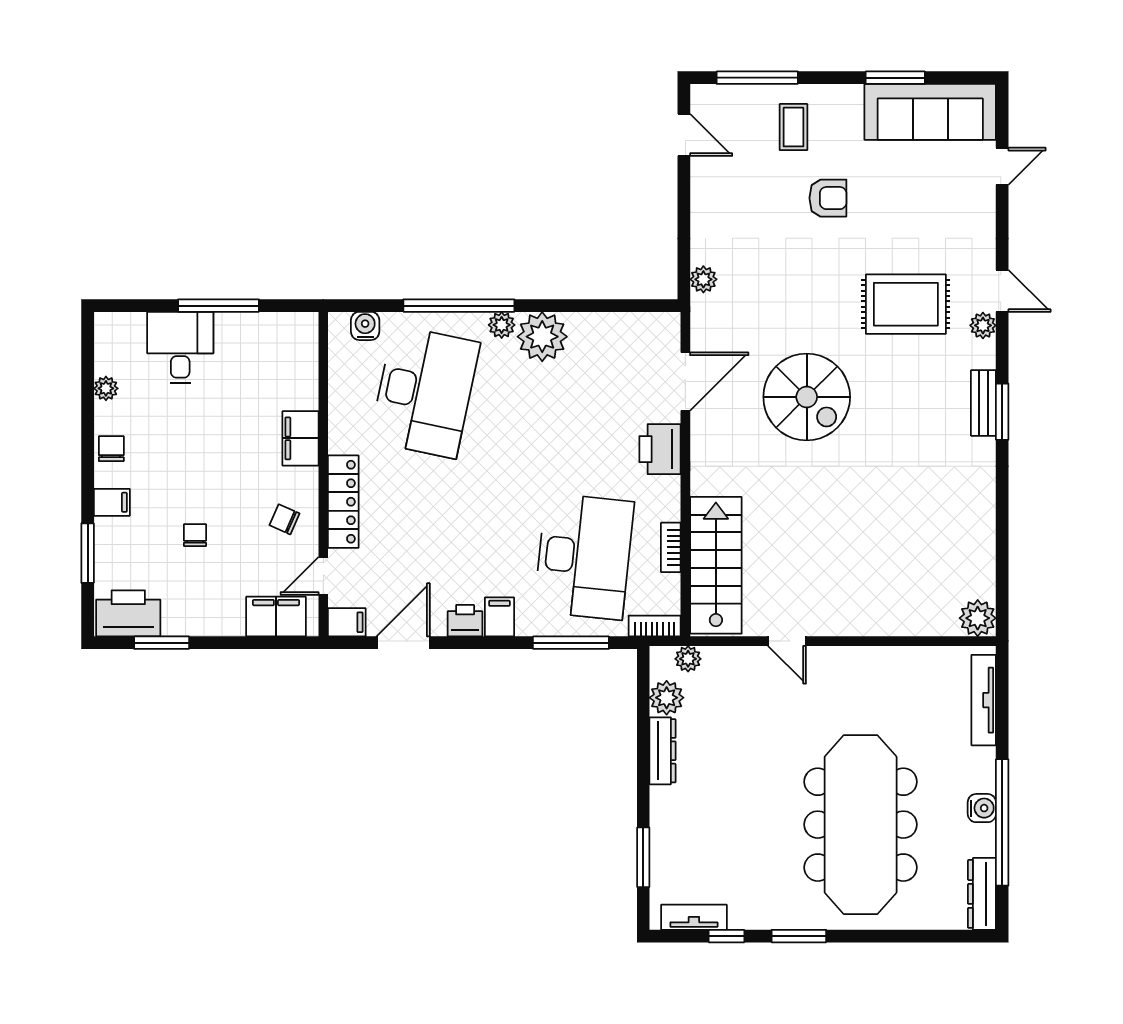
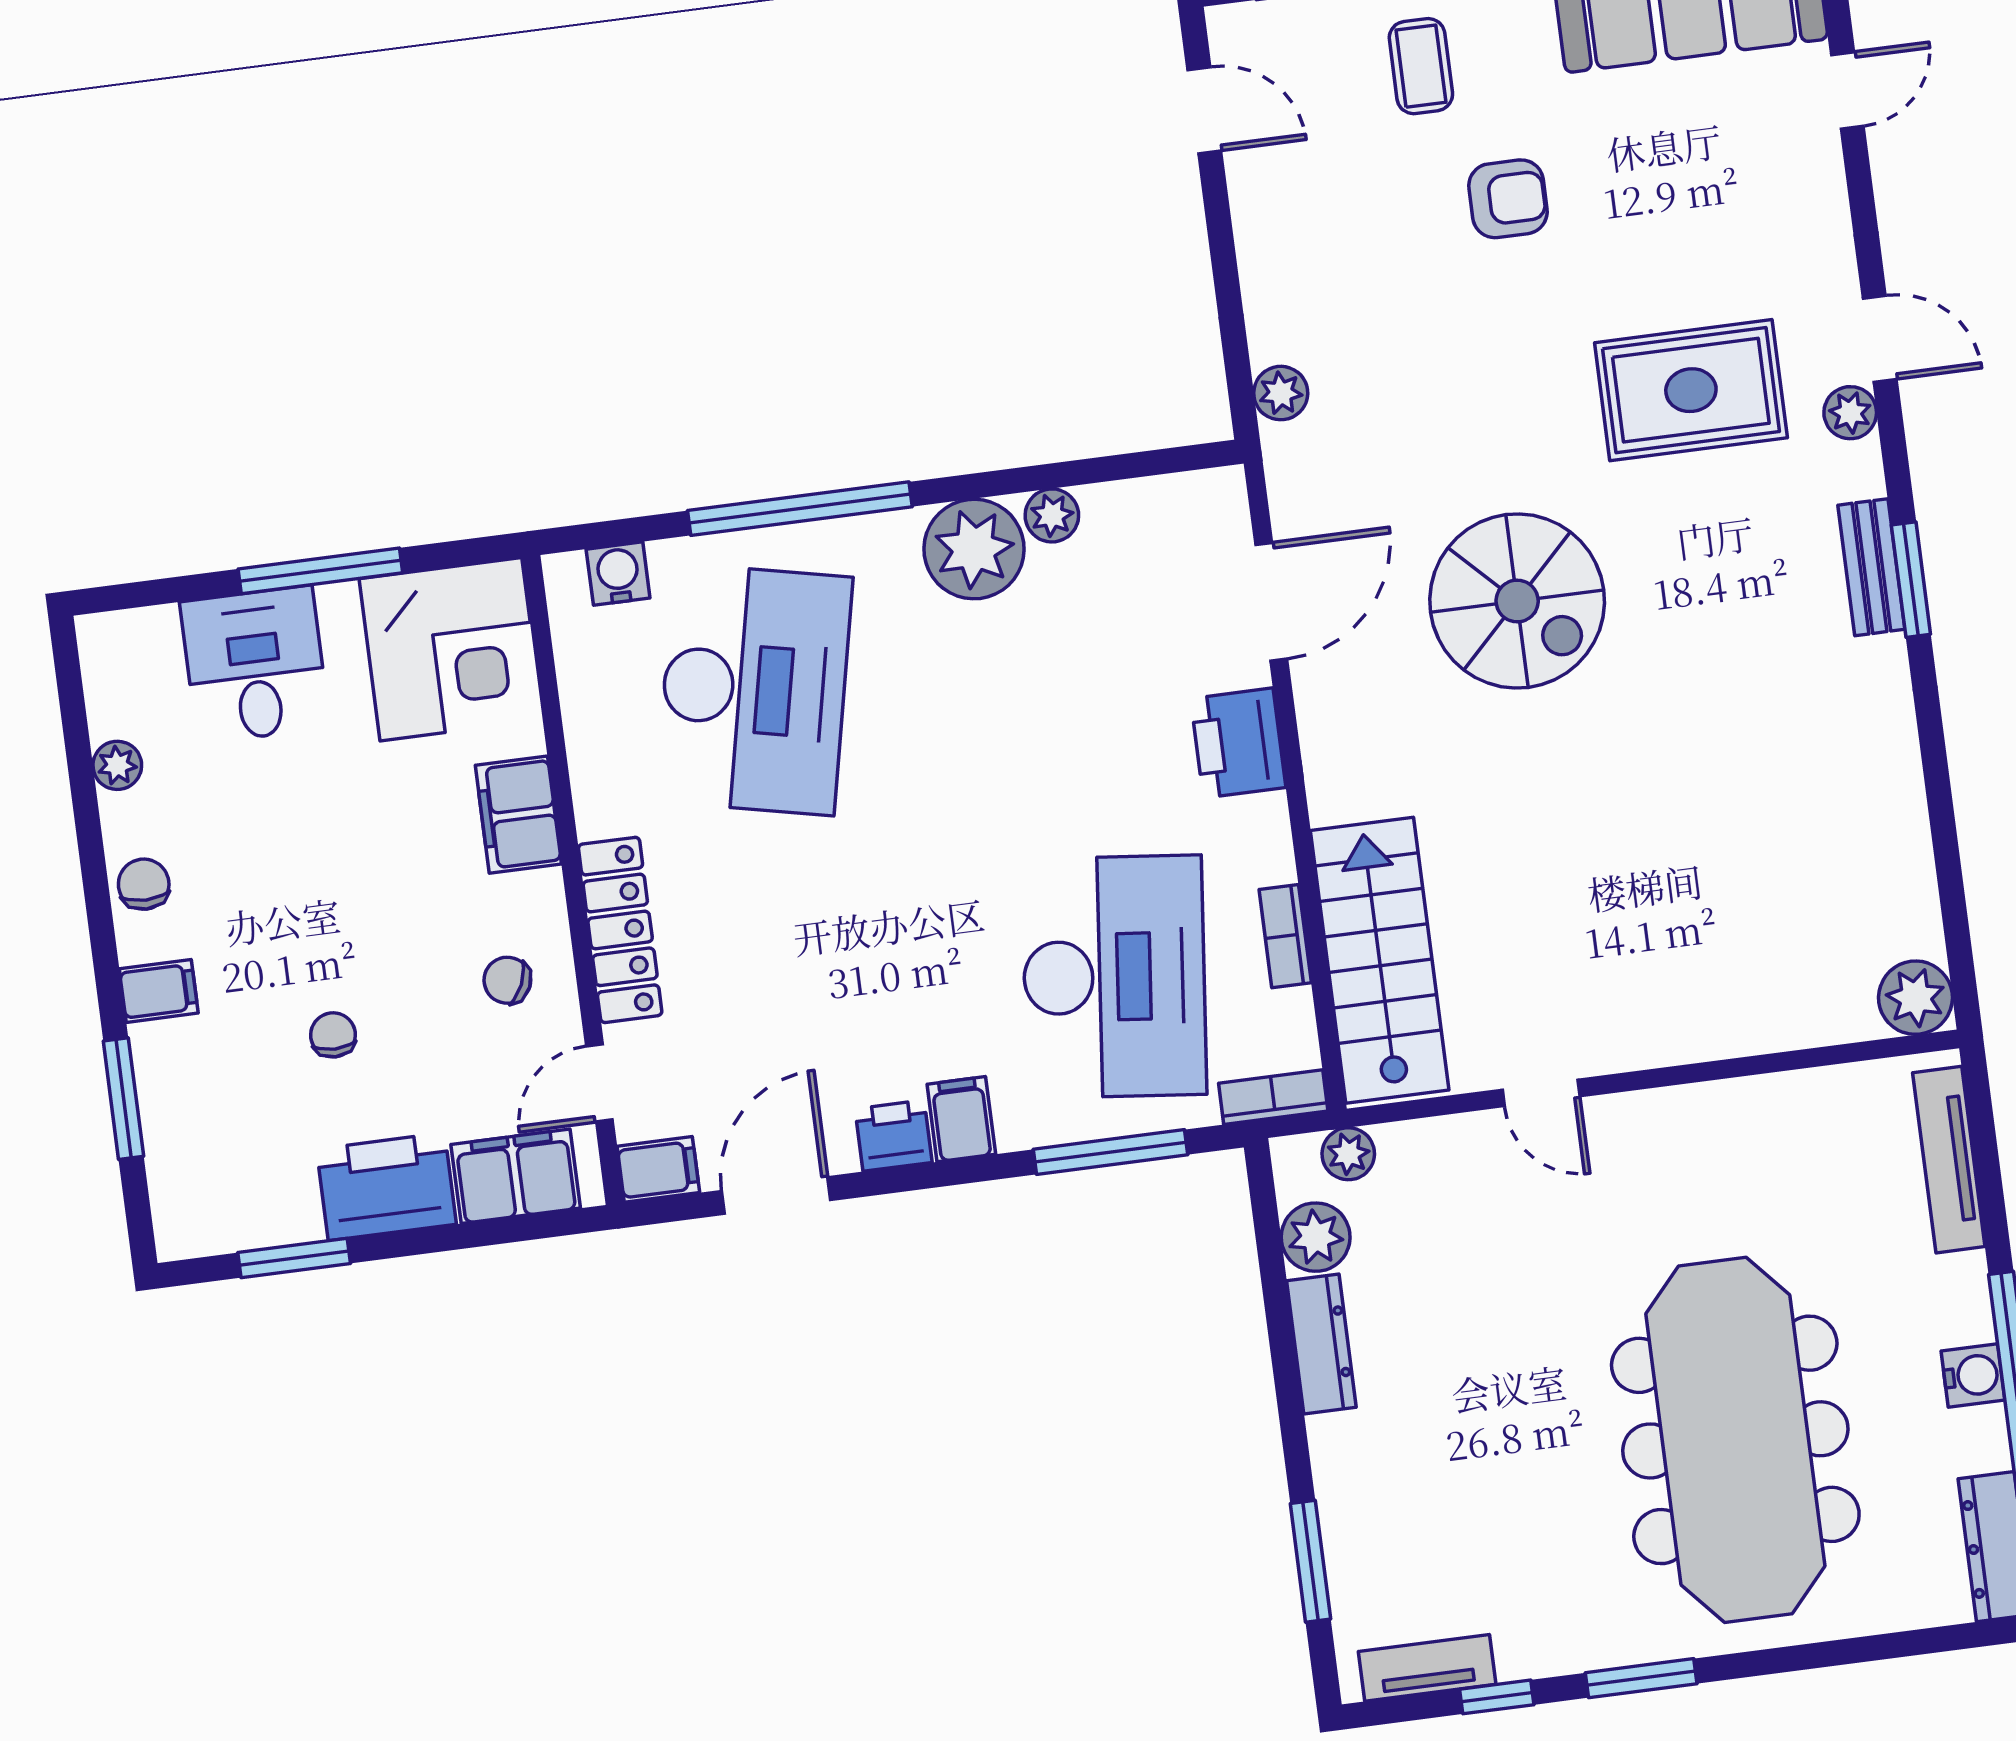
plant: (502, 325) -> (1052, 515), moved
corner desk: (278, 353) -> (451, 649), added
printer: (128, 613) -> (386, 1187), moved

